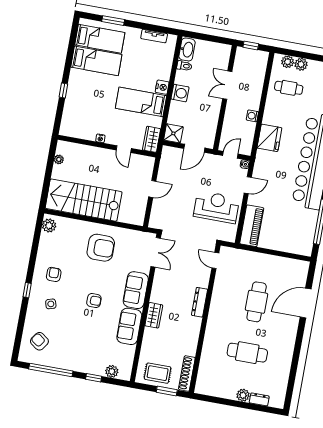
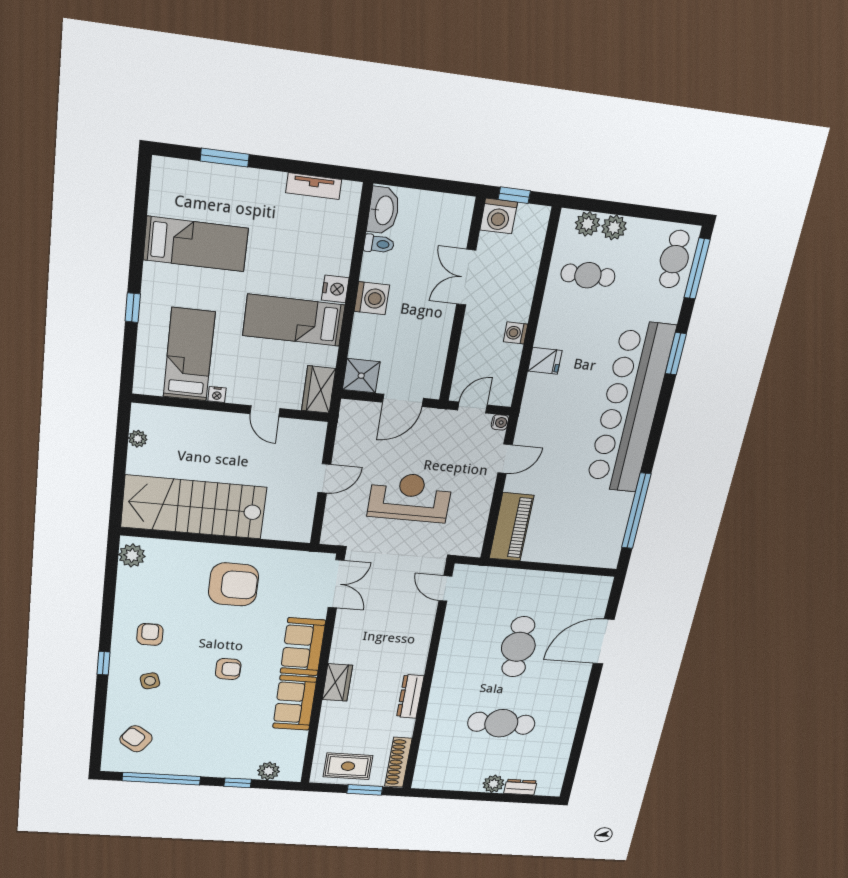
bed: (100, 39) -> (189, 355), moved, turned -90
washing machine: (243, 55) -> (499, 216), added
fridge: (269, 138) -> (545, 361), width x0.53, depth x0.75
reception desk: (216, 207) -> (410, 497), moved
dresser: (200, 302) -> (410, 696), moved

